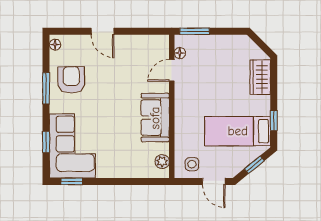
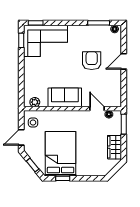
wardrobe: (260, 77) -> (115, 147), moved, turned -90
armchair: (71, 80) -> (92, 61), moved, turned -89
window: (46, 88) -> (99, 23), moved
bed: (238, 131) -> (61, 154), width x1.50
window: (46, 142) -> (36, 23), moved

